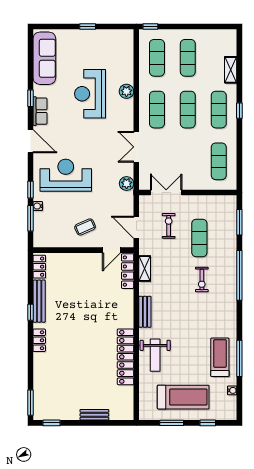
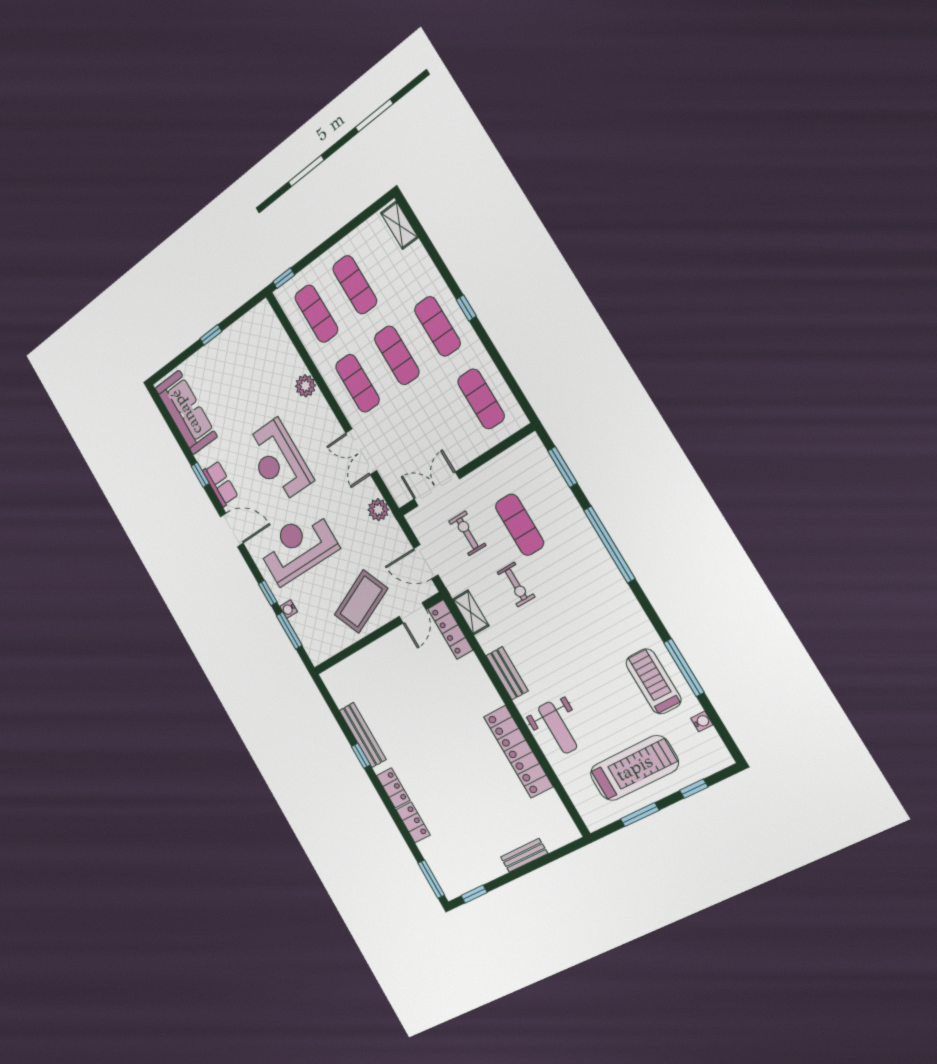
shelving: (231, 70) -> (399, 225), moved
reception desk: (90, 94) -> (278, 461), moved
coffee table: (85, 227) -> (361, 602), width x1.86, depth x1.72
locker: (39, 267) -> (413, 822), moved
exercise bike: (202, 280) -> (516, 585), moved

